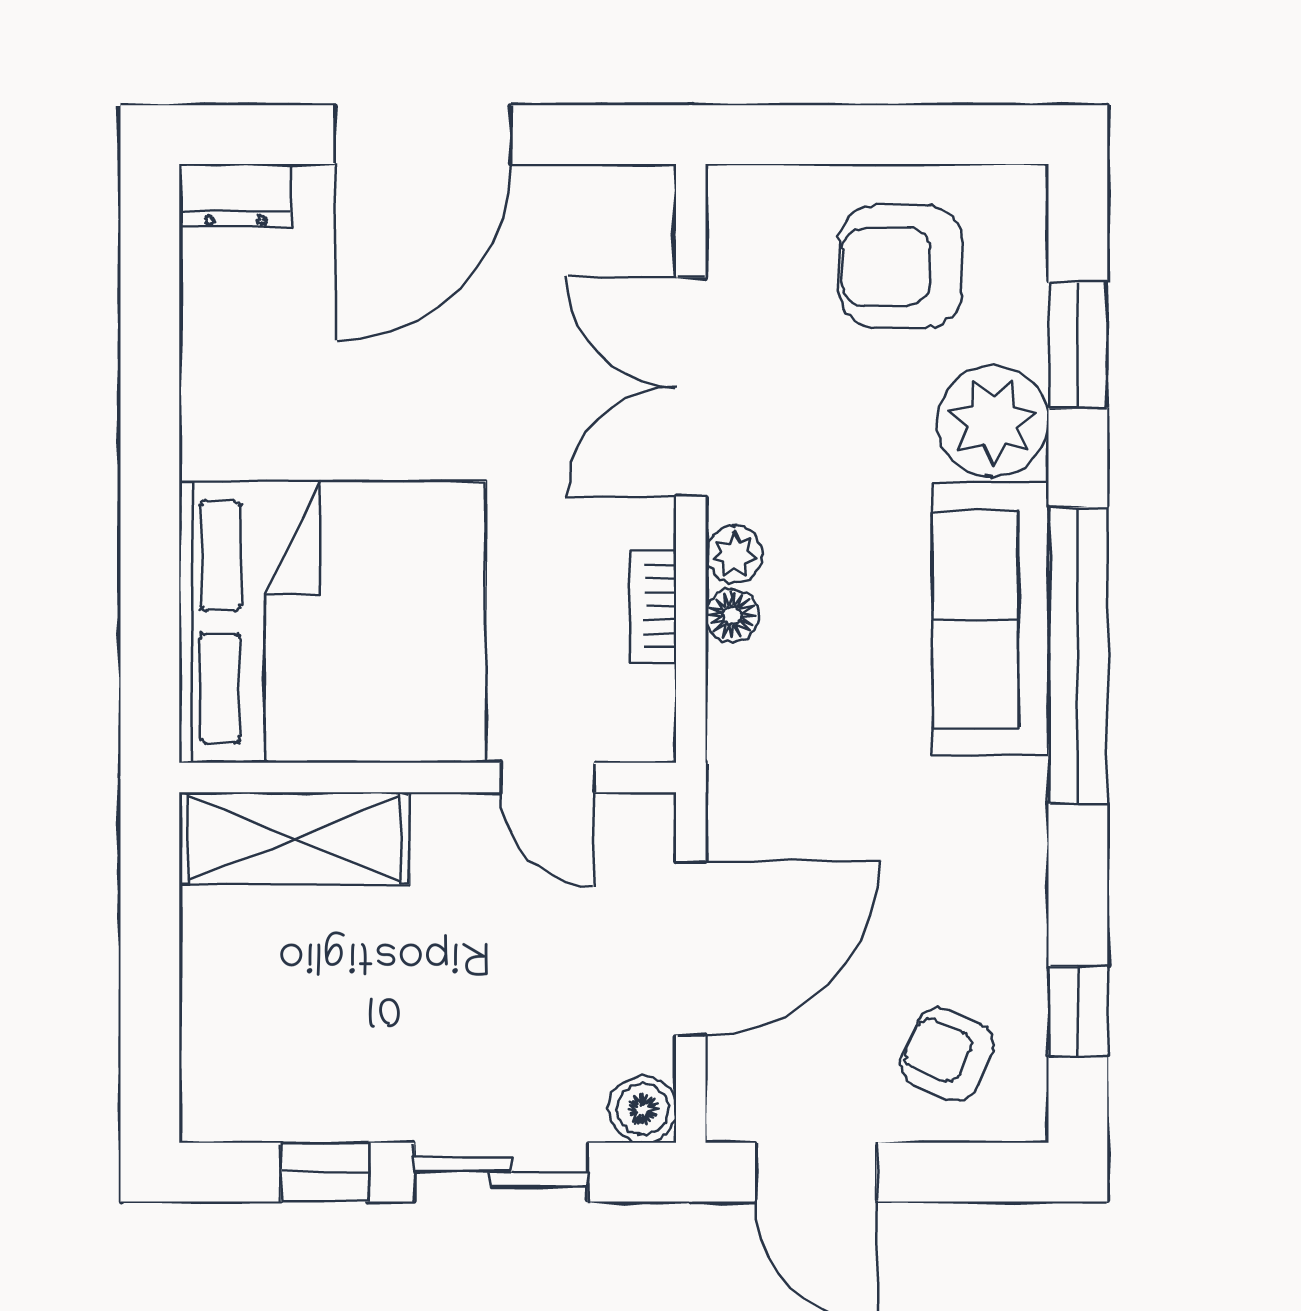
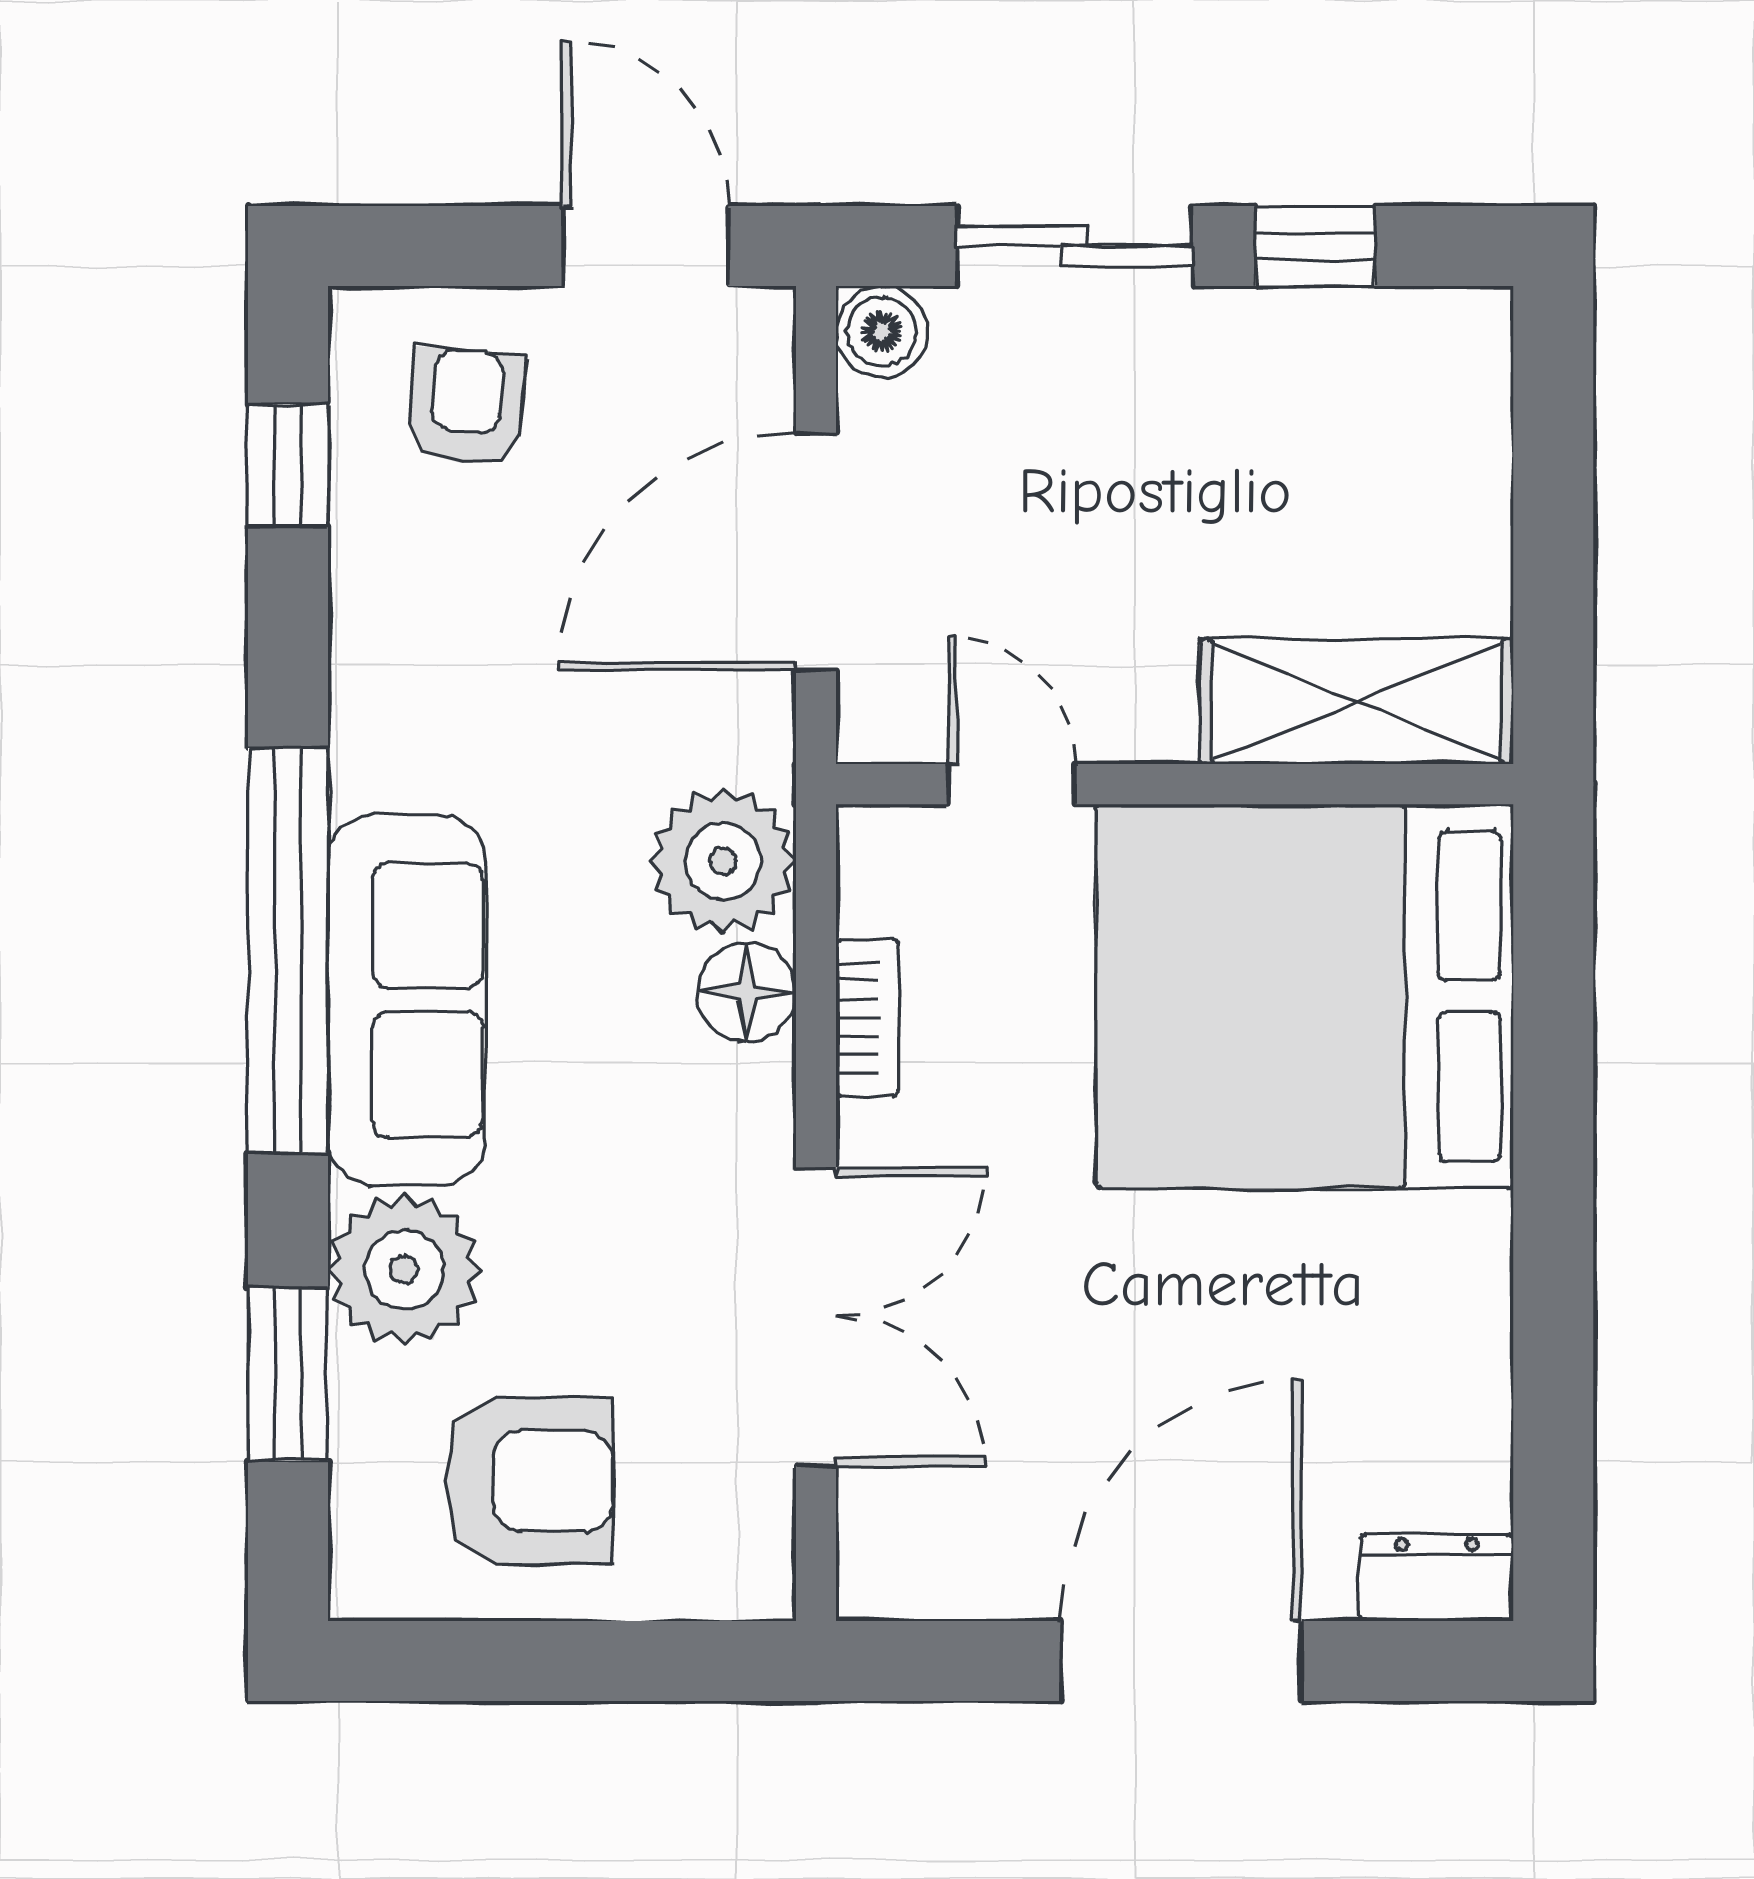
plant: (734, 554) -> (723, 861), moved, width x1.88, depth x1.88
floor lamp: (732, 615) -> (746, 992), width x1.37, depth x1.37
armchair: (947, 1054) -> (466, 407), turned -109

